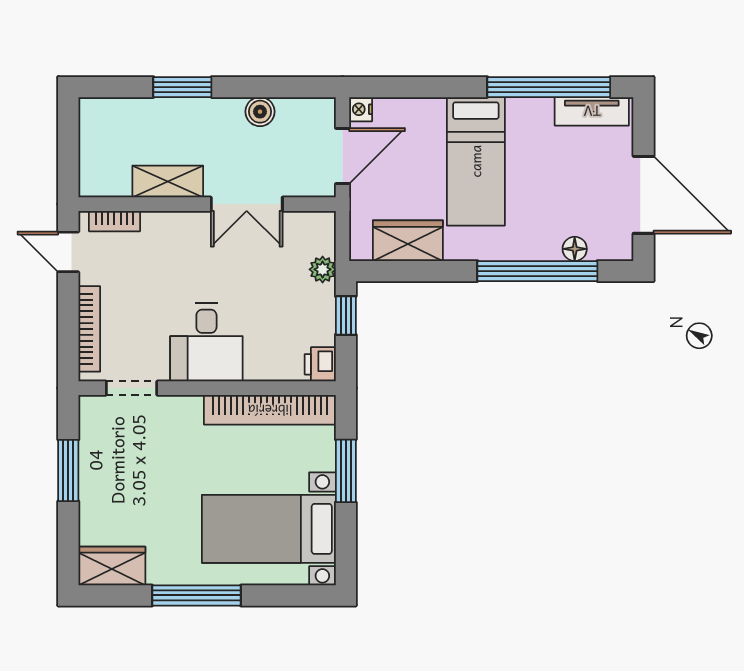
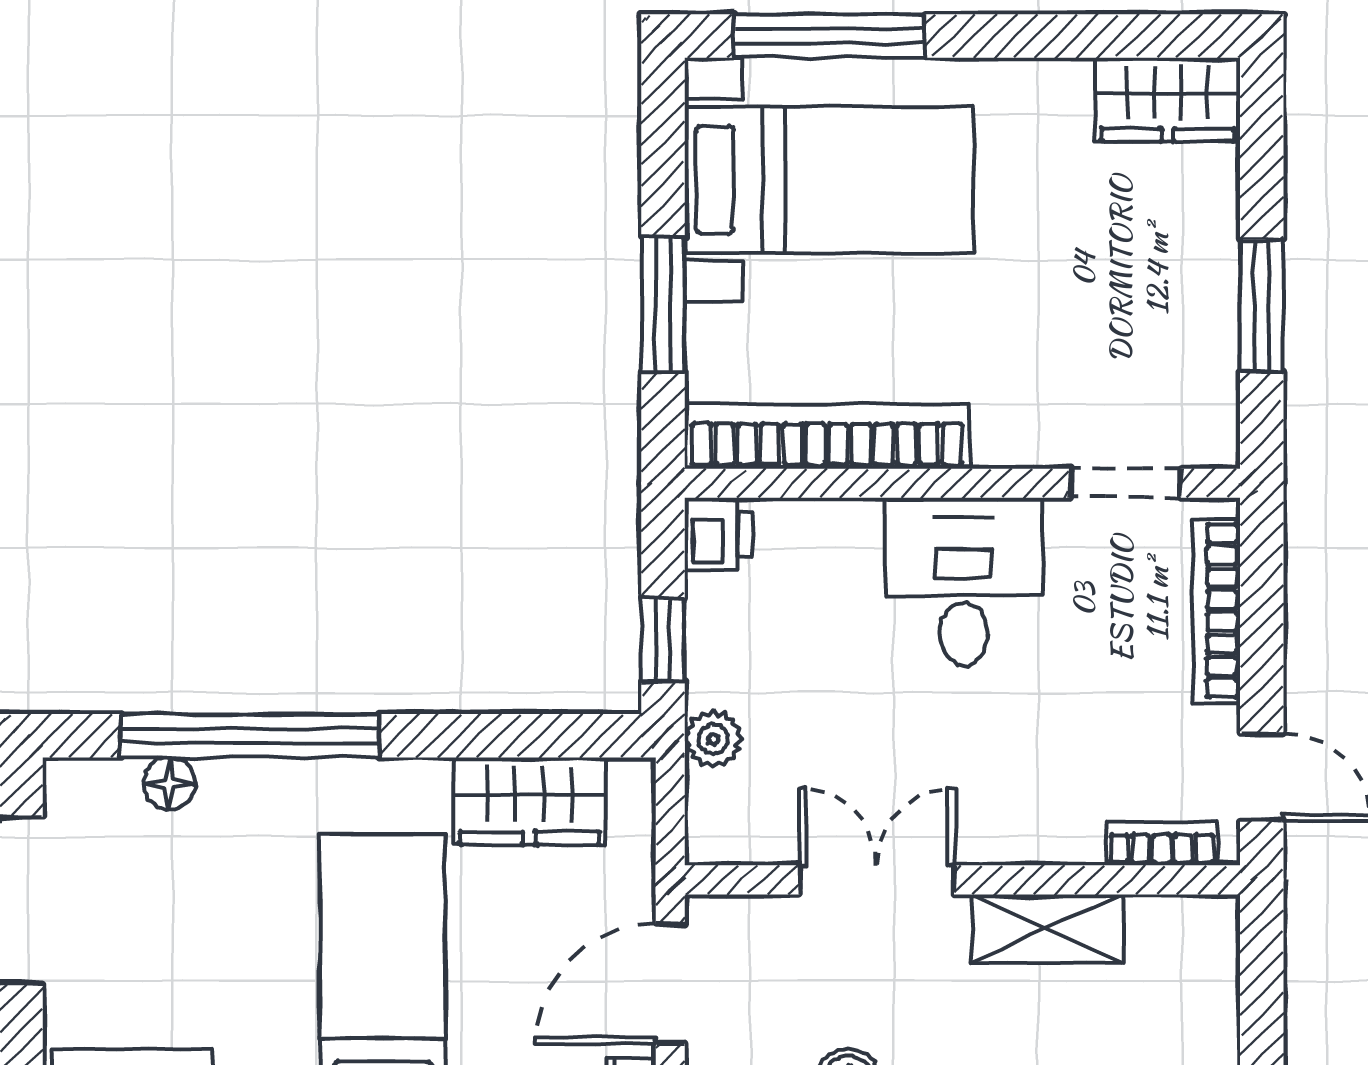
window: (196, 595) -> (829, 36), moved

